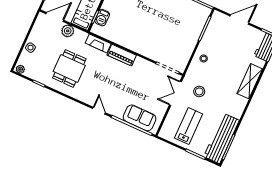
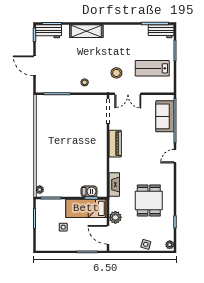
piano: (122, 55) -> (115, 144), moved
dining table: (69, 68) -> (149, 200), turned 90
workbench: (222, 138) -> (161, 31), width x0.53, depth x0.76

